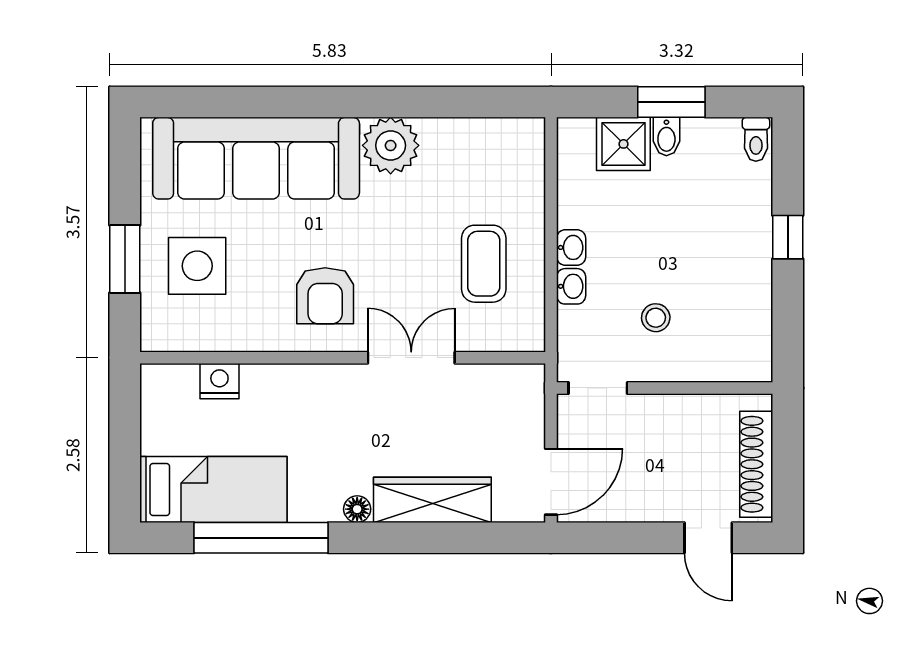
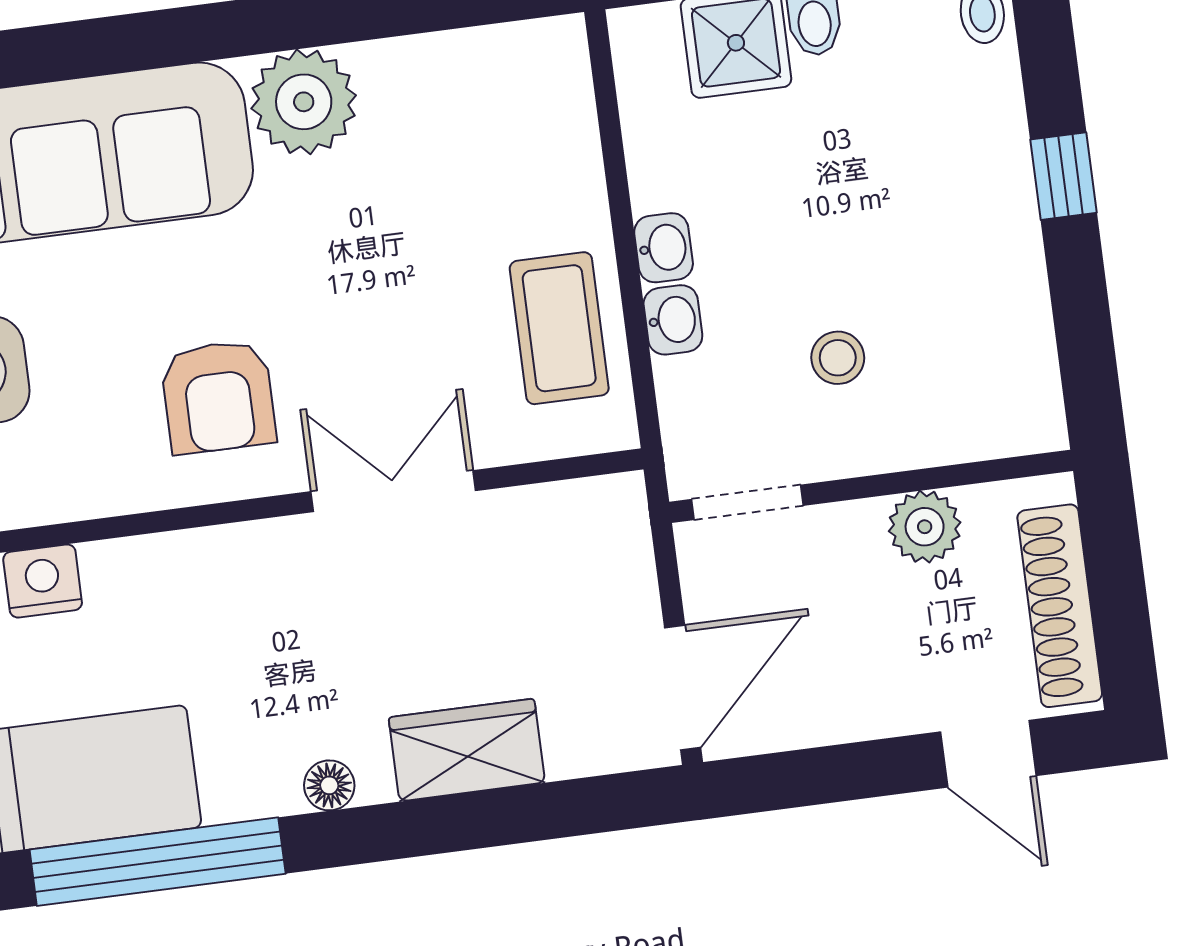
coffee table: (484, 264) -> (559, 328), moved
plant: (690, 413) -> (925, 527), added
wardrobe: (432, 500) -> (467, 750), width x0.67

